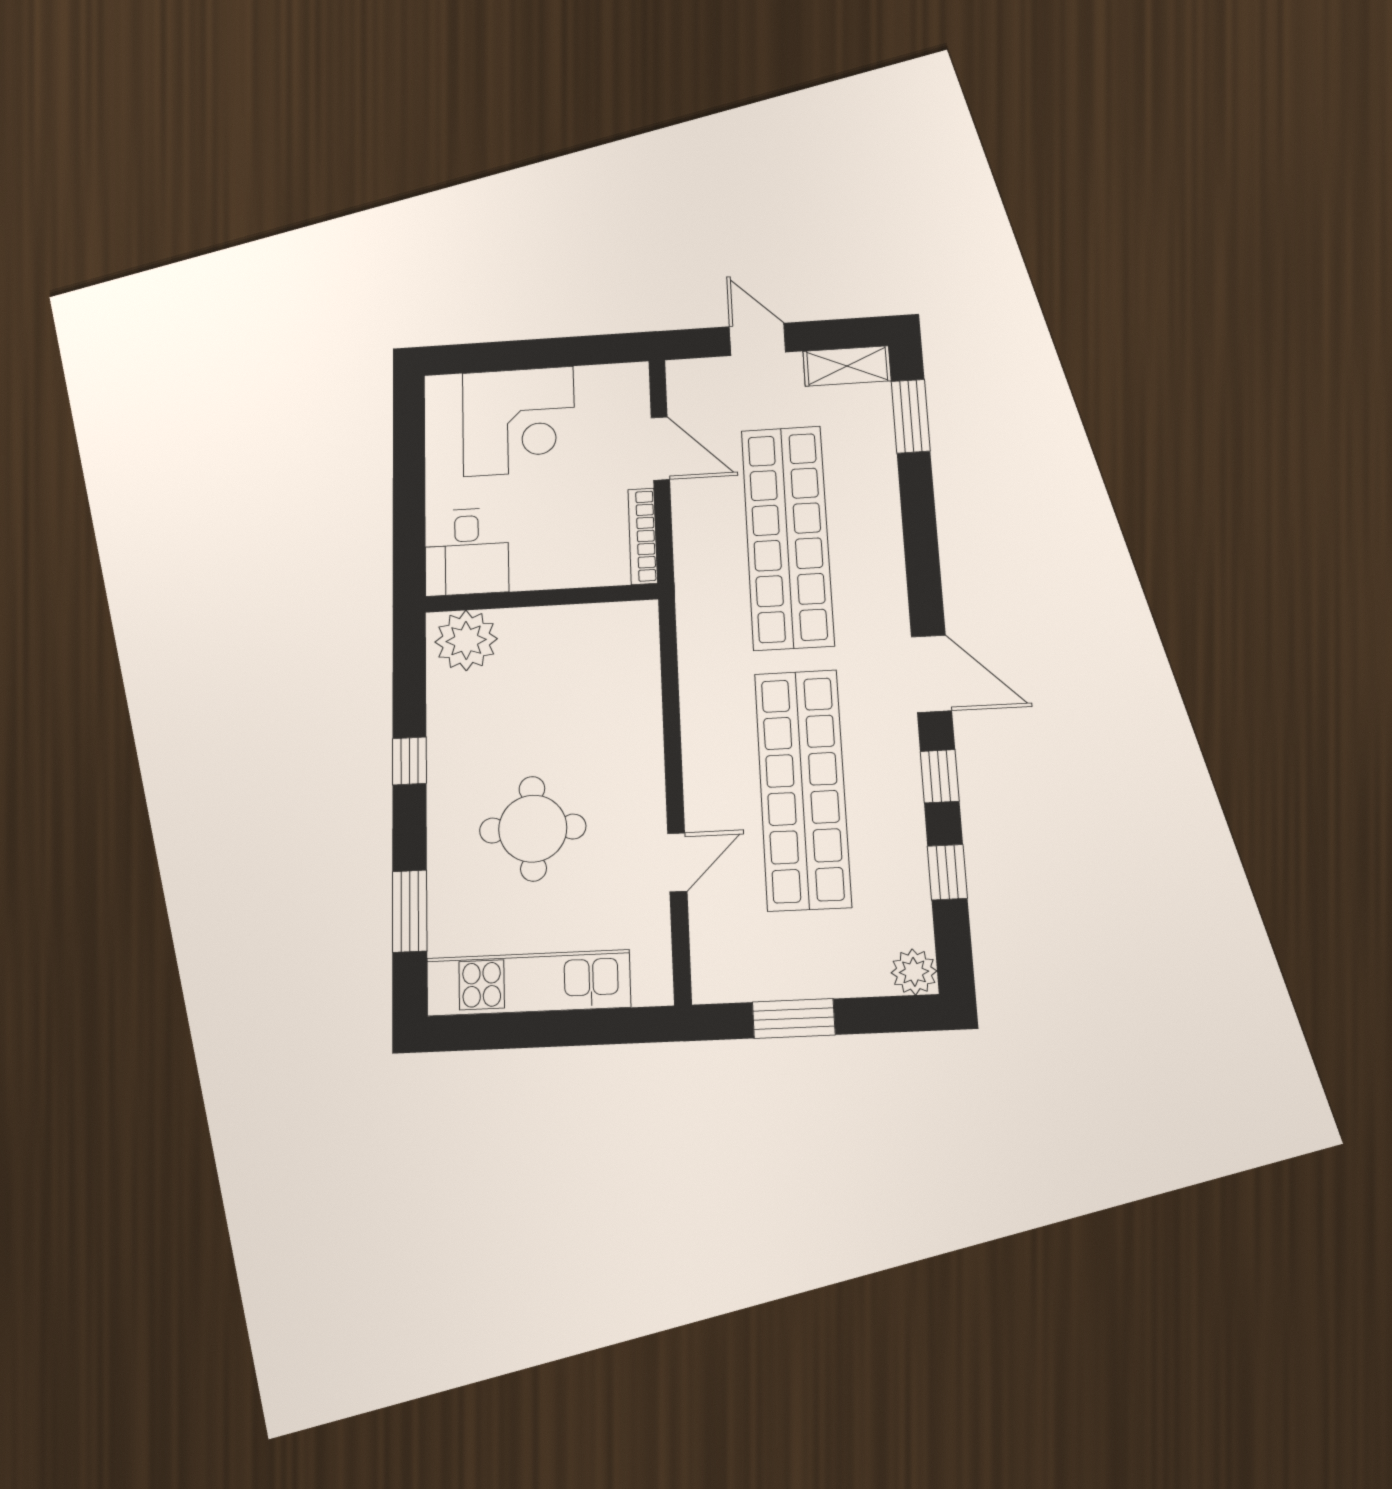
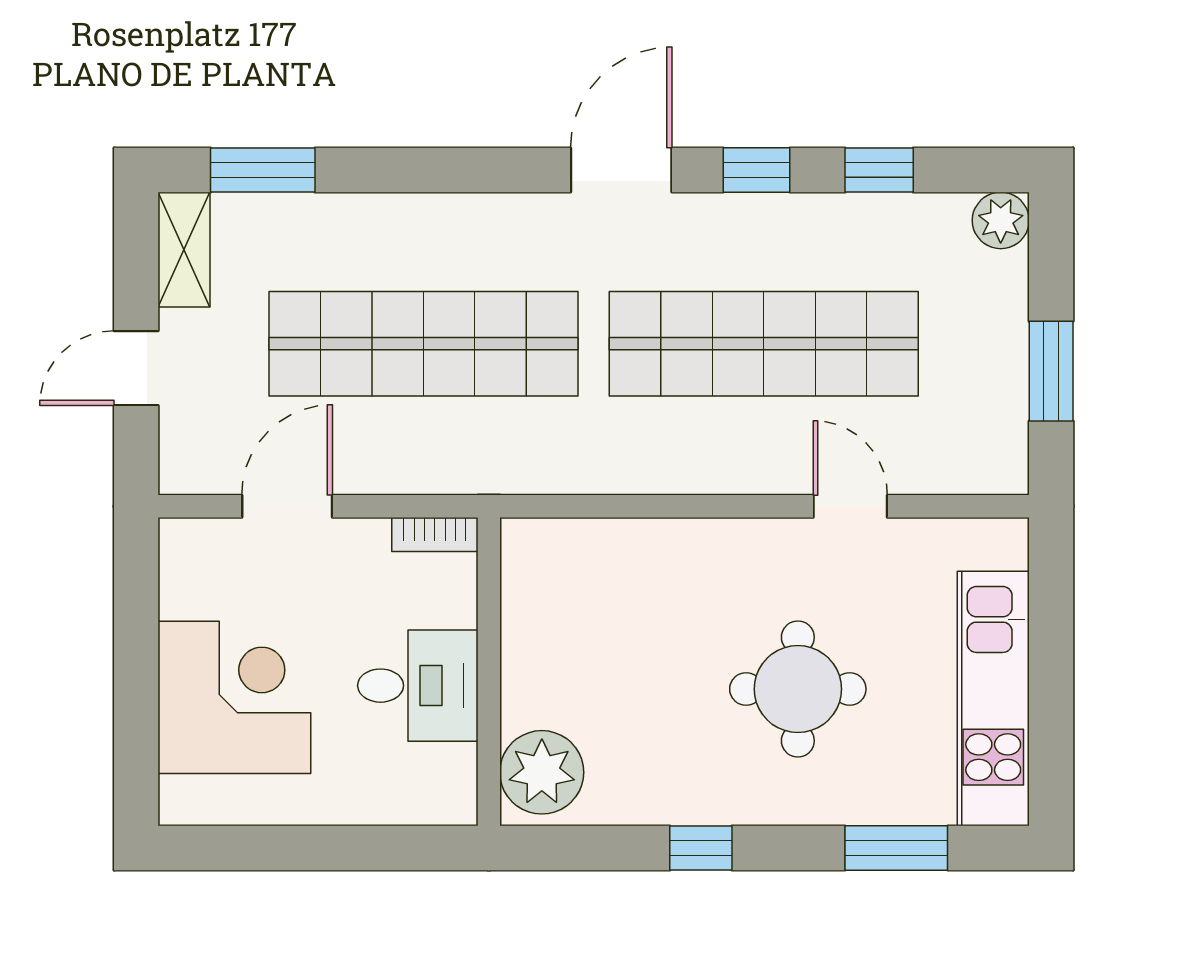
bookcase: (643, 536) -> (435, 535), width x0.64
desk: (467, 552) -> (418, 686), moved

